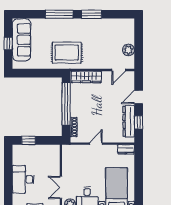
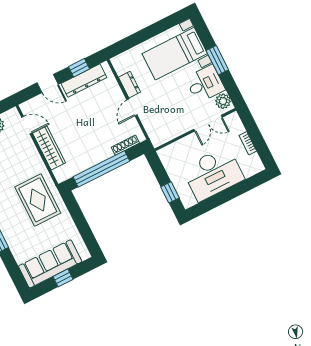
wardrobe: (86, 77) -> (49, 148), moved
door: (96, 144) -> (132, 107), hinge flipped
dresser: (126, 149) -> (130, 85), moved
desk: (23, 179) -> (213, 174), width x1.36, depth x1.30

